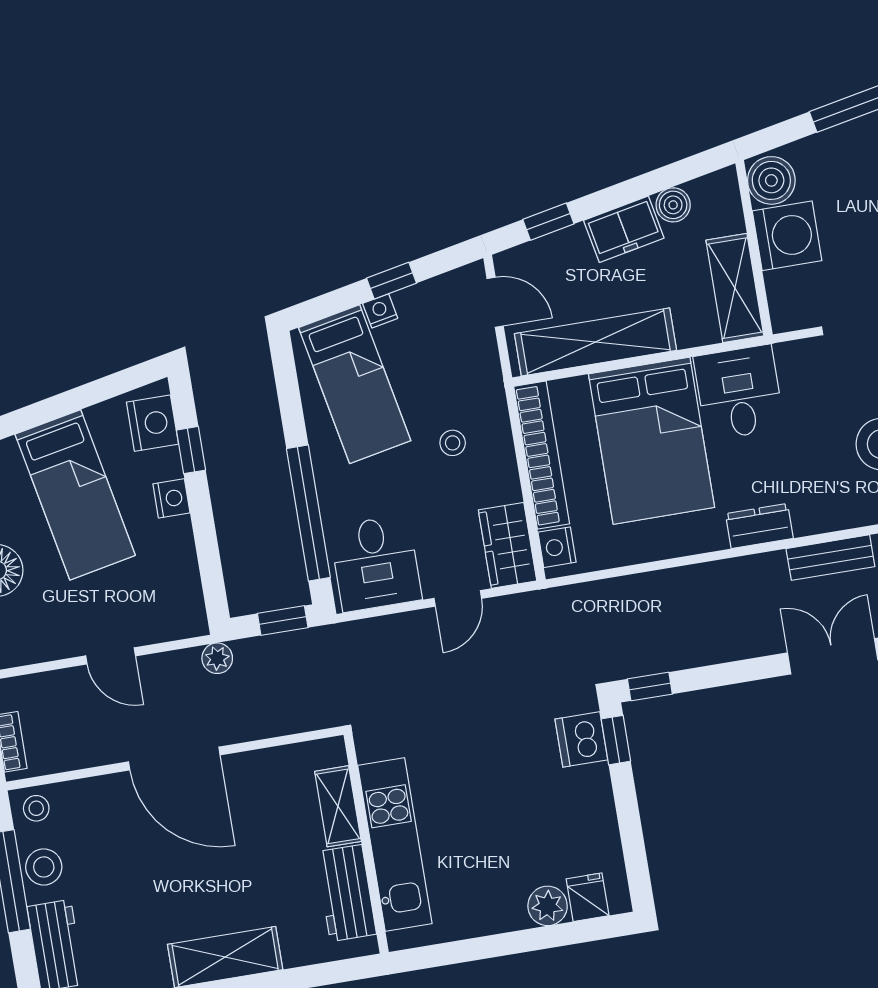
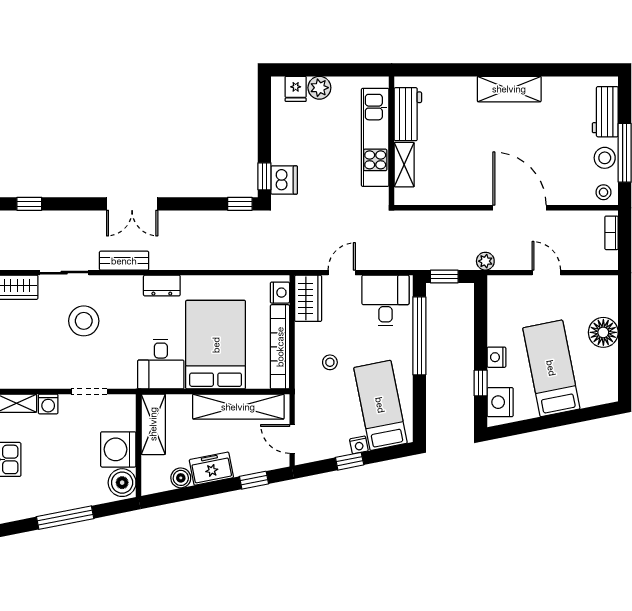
shelving: (338, 806) -> (404, 165), moved
wall: (366, 844) -> (392, 141), moved
kitchen unit: (395, 845) -> (375, 137), moved
workbench: (346, 893) -> (408, 114), moved

